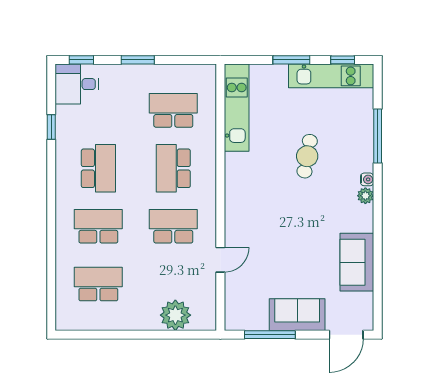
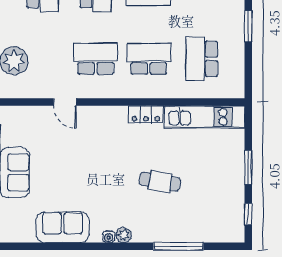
kitchen unit: (331, 76) -> (234, 204), removed
school desk: (173, 110) -> (202, 59), turned 180
locker: (234, 172) -> (146, 114), added
water cooler: (367, 179) -> (109, 237), moved
school desk: (173, 226) -> (96, 59), turned -90

